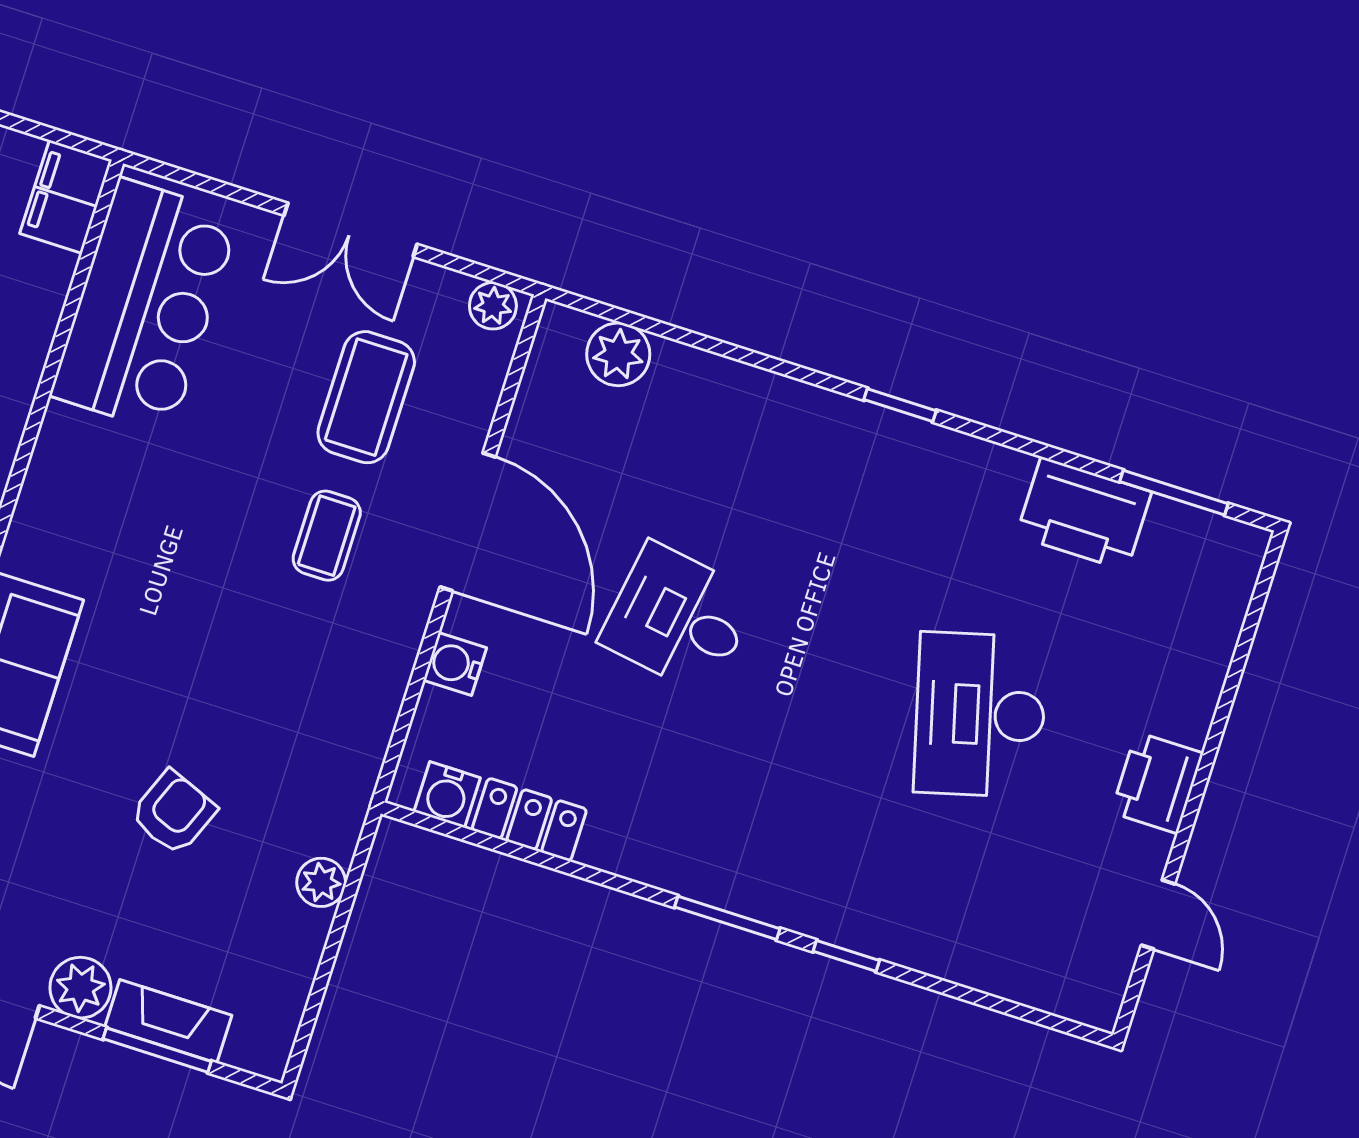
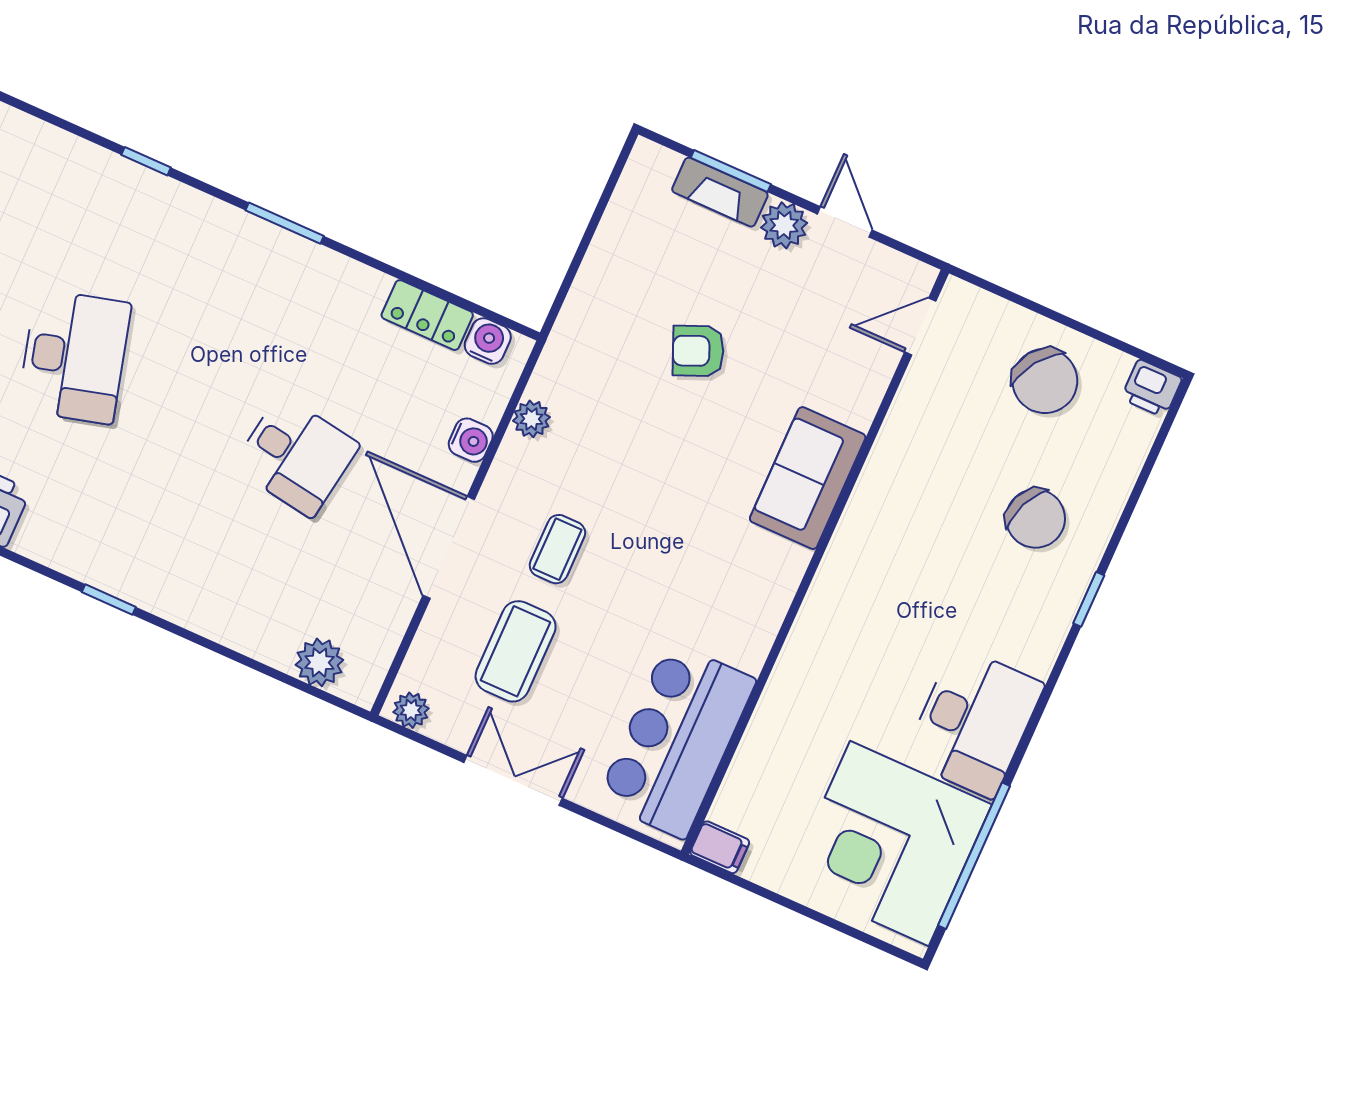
filing cabinet: (66, 197) -> (720, 847), width x0.50
armchair: (173, 813) -> (698, 351), turned 45
plant: (321, 882) -> (531, 419), moved
window: (846, 956) -> (146, 161), moved

